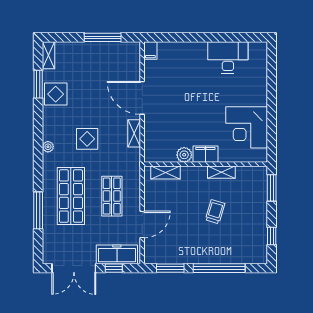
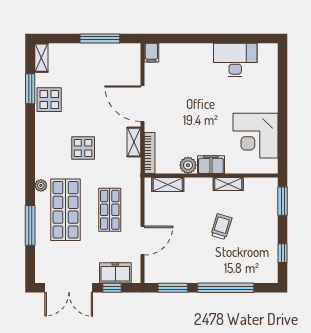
bookcase: (149, 143) -> (150, 153), added
plant: (48, 147) -> (41, 185), moved
freezer: (117, 254) -> (115, 273), width x0.71

